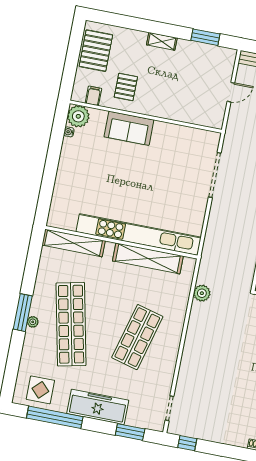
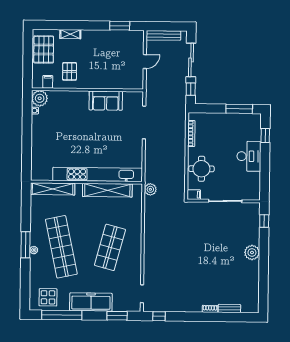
shelving: (162, 41) -> (70, 34), moved
sofa: (129, 128) -> (106, 101), moved
plant: (202, 293) -> (150, 189), moved

